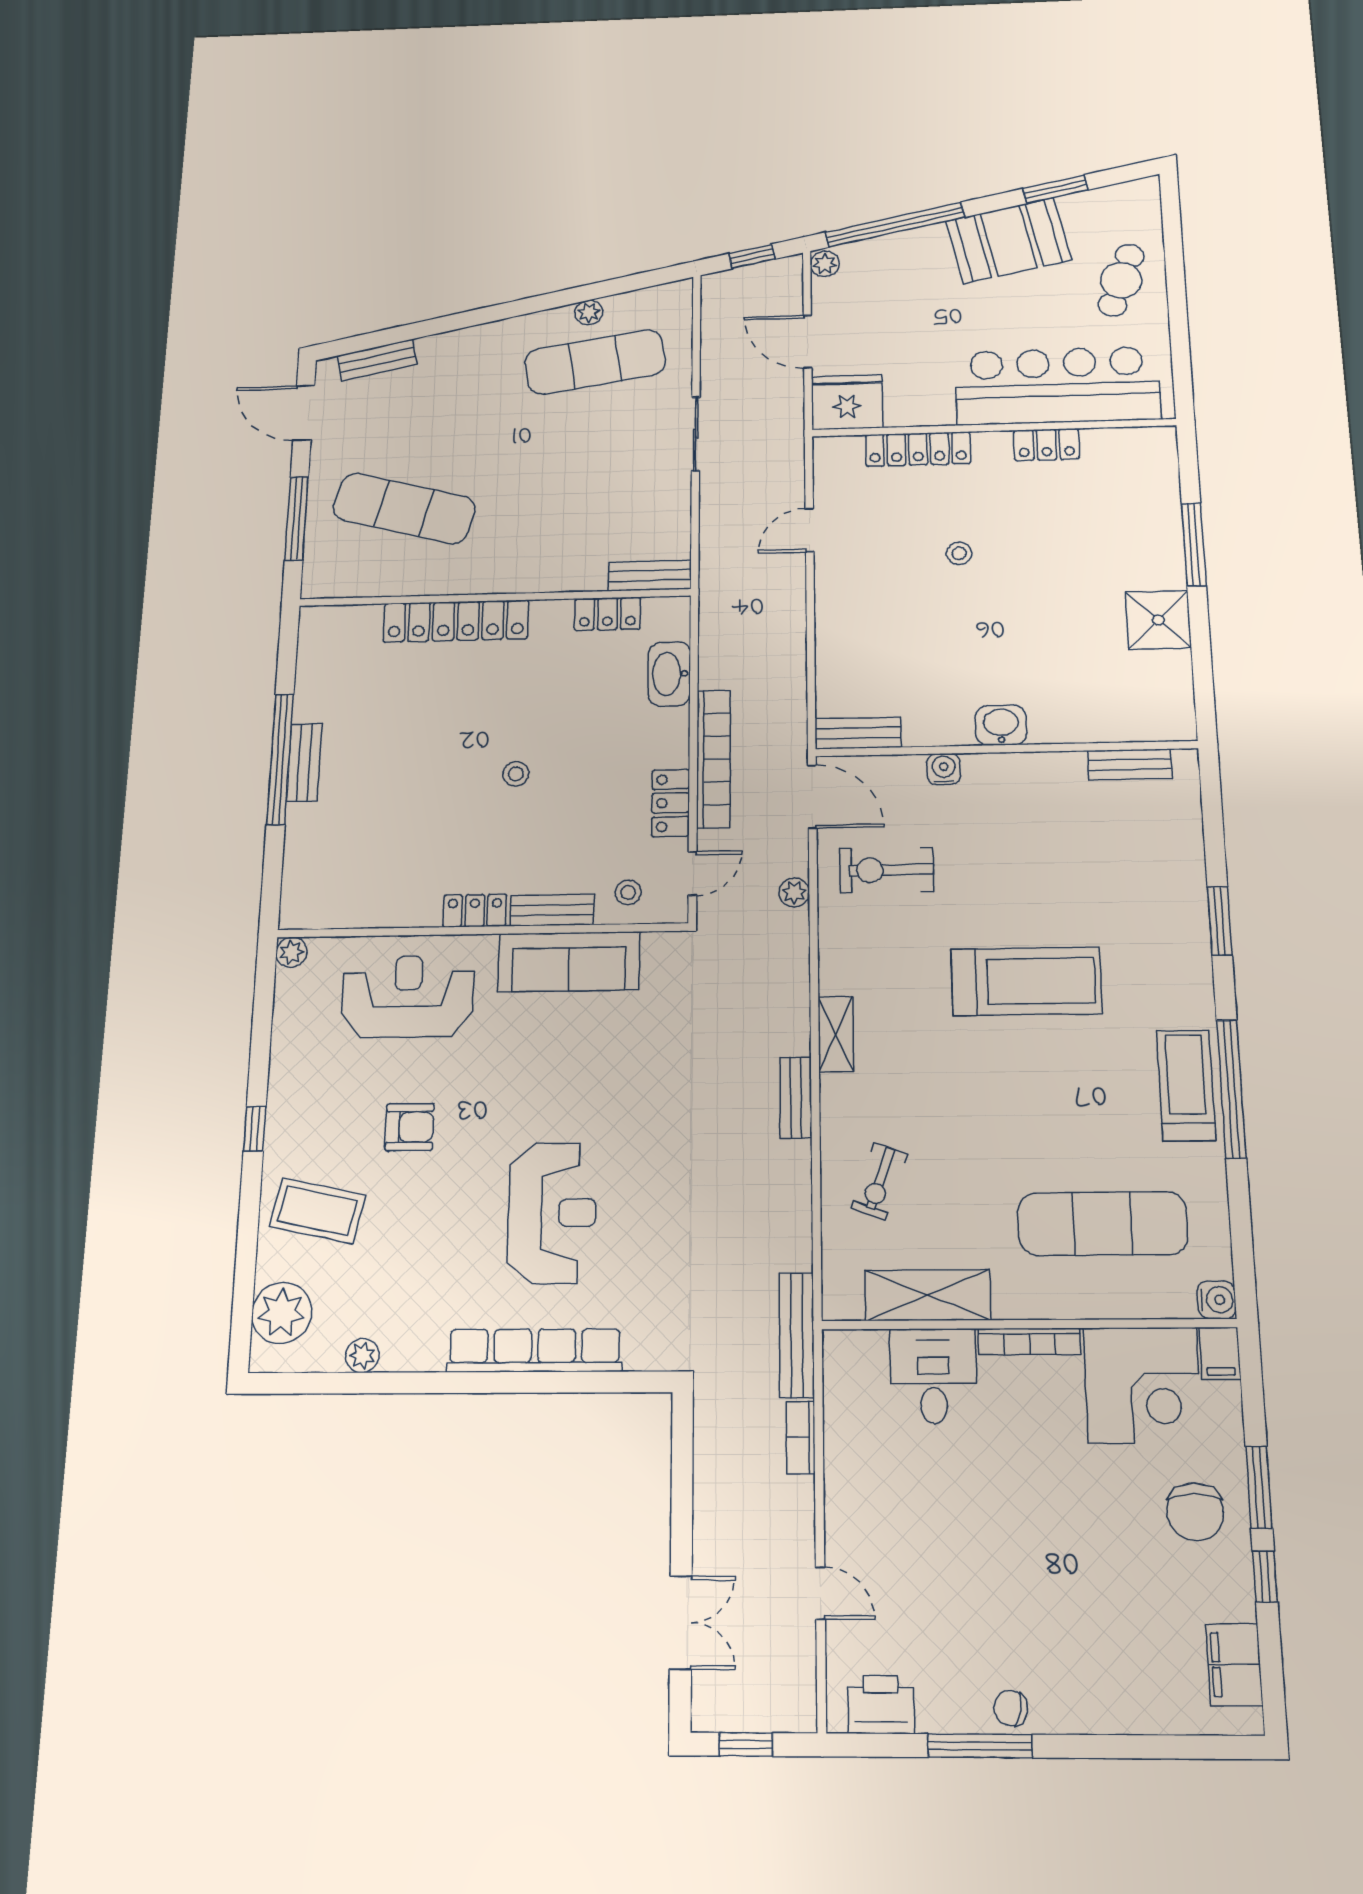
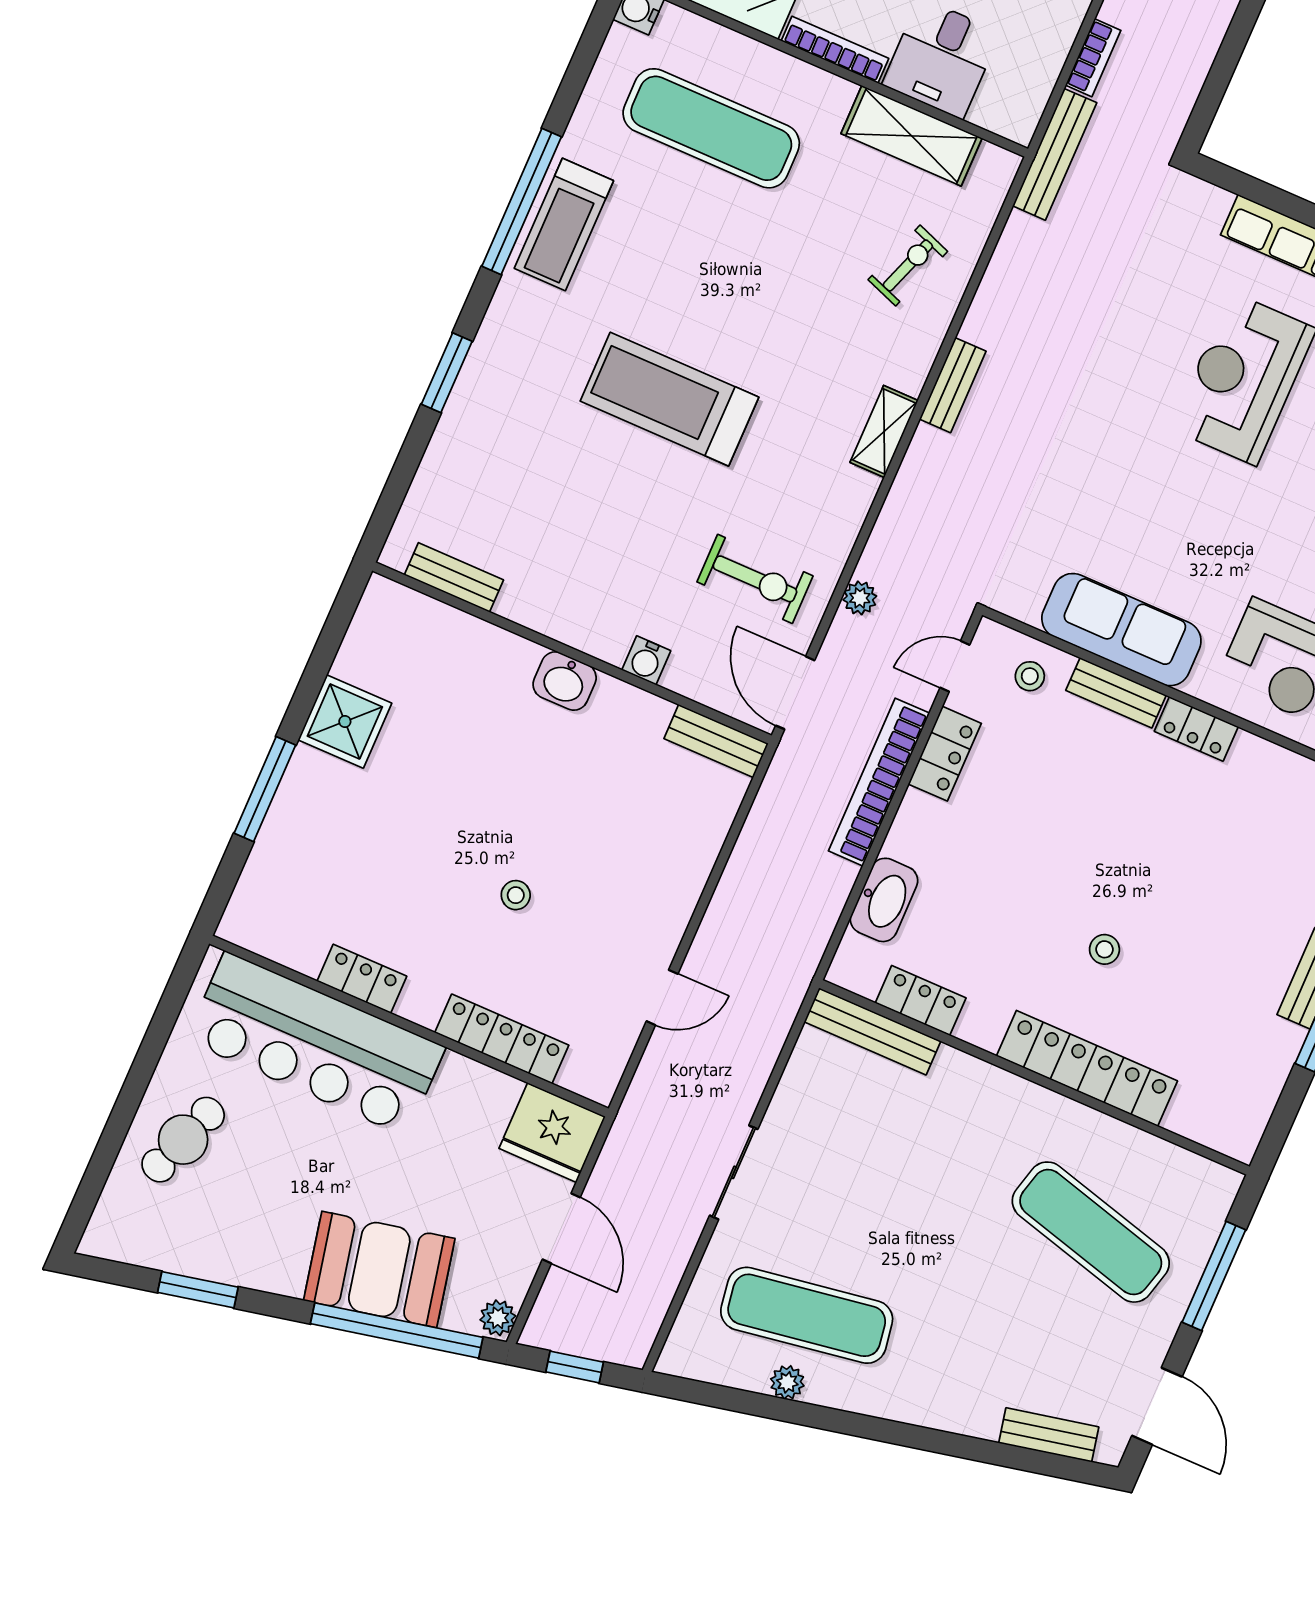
booth: (1009, 240) -> (379, 1269), moved
bench: (650, 576) -> (873, 1031), width x1.36
stool: (516, 774) -> (1104, 949), moved

